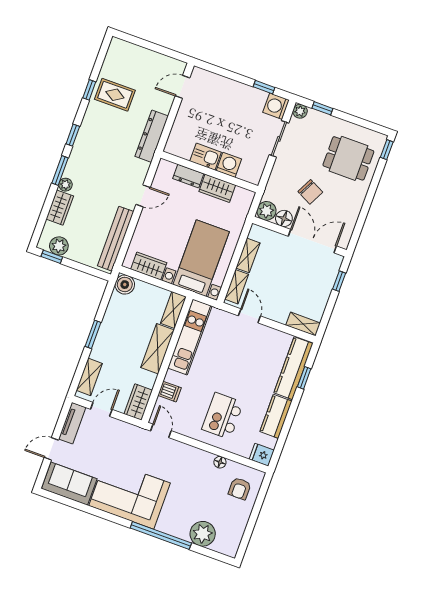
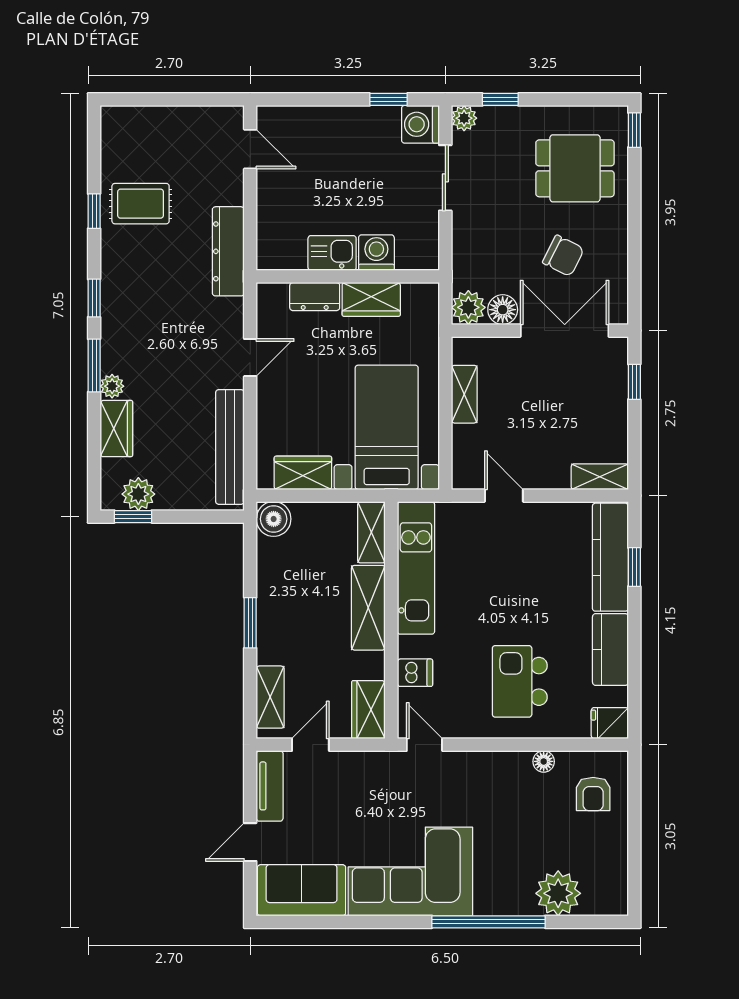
door: (182, 87) -> (250, 149), swing flipped
chair: (310, 192) -> (563, 256), moved
shelving: (237, 287) -> (464, 454), removed

